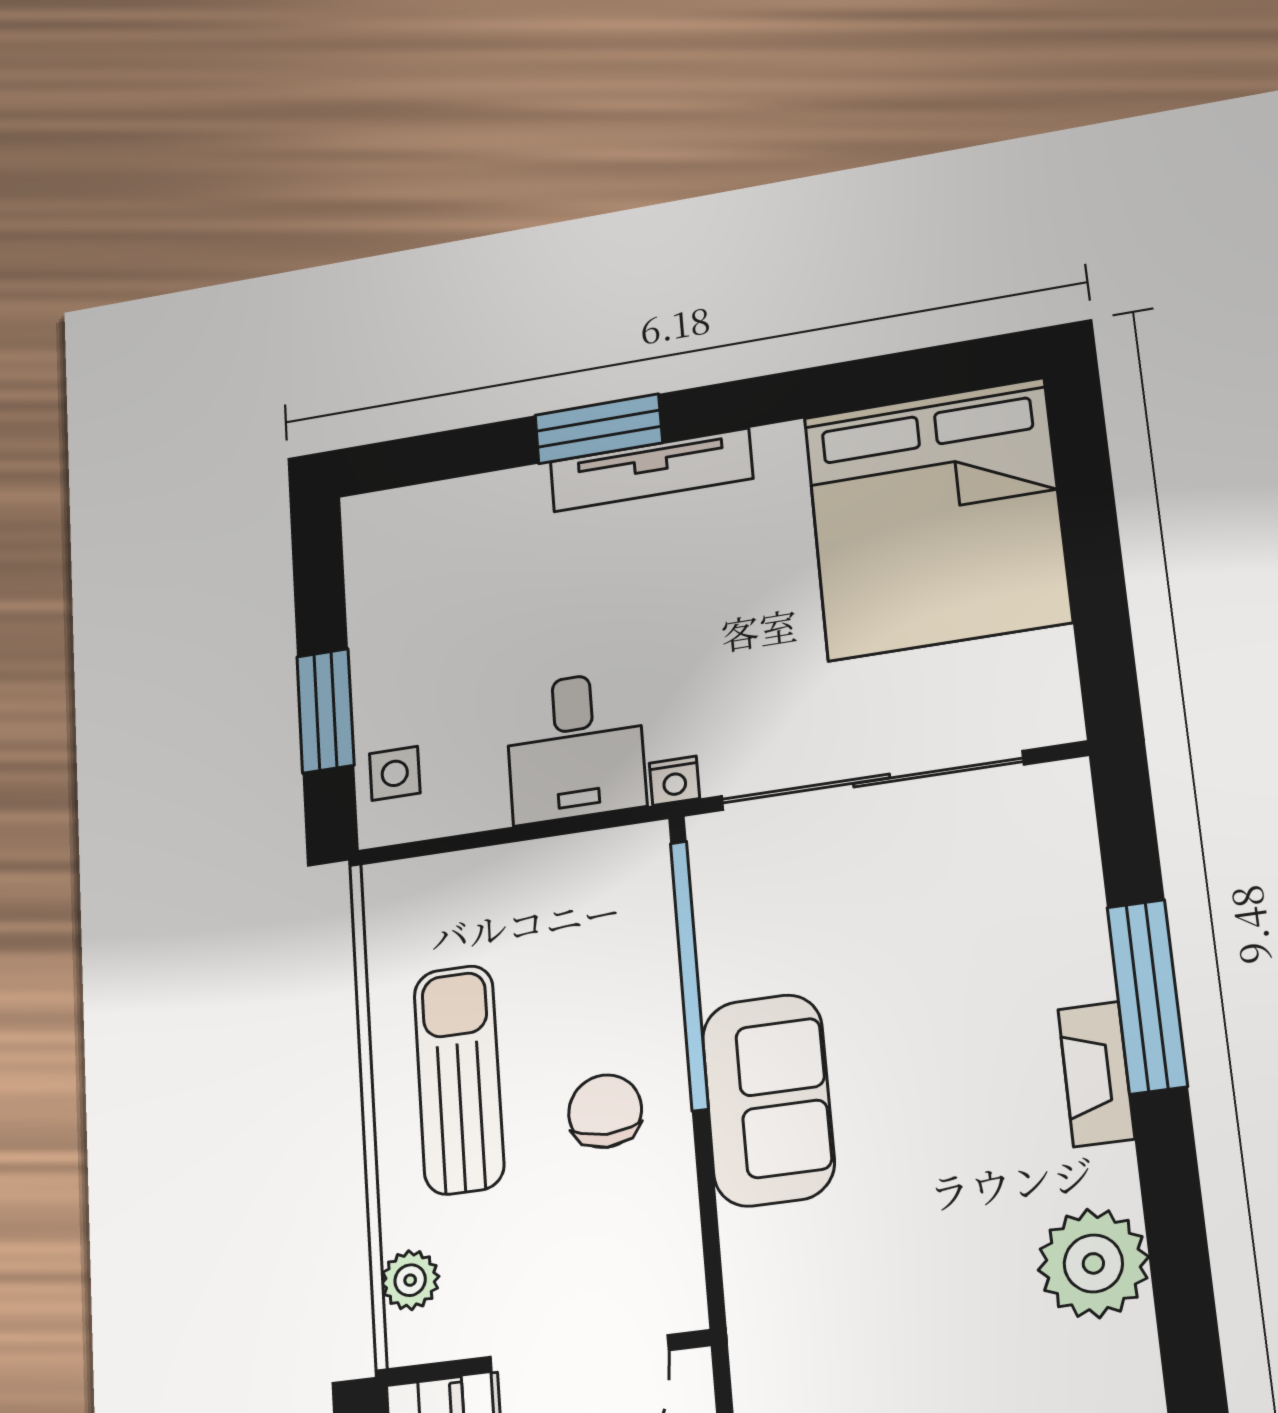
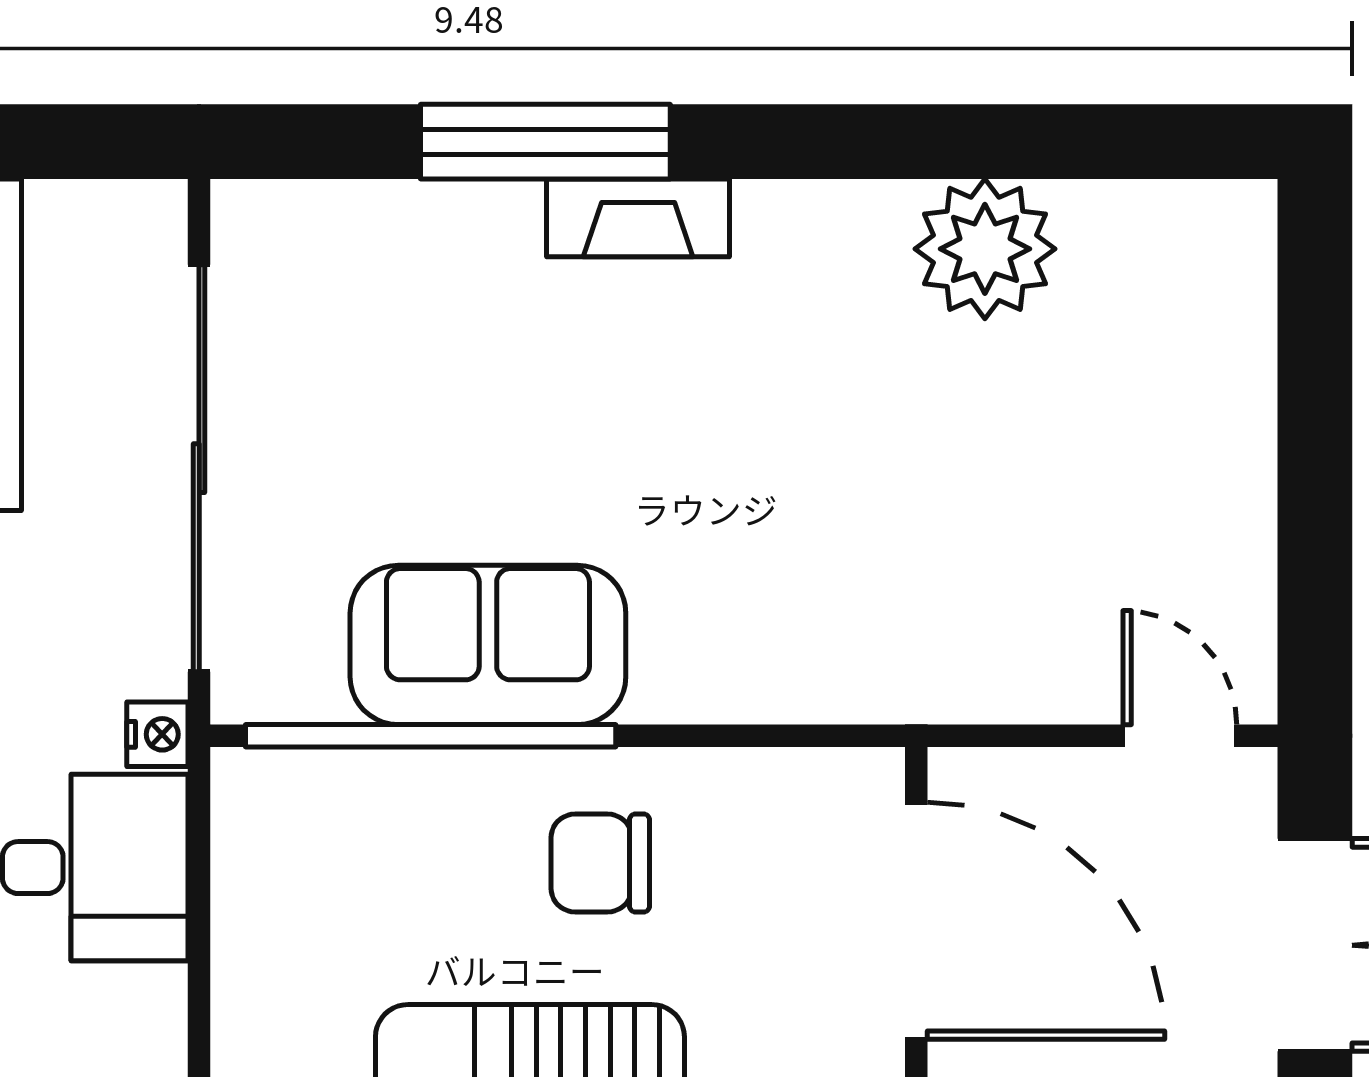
sofa: (768, 1100) -> (488, 645), moved
plant: (1093, 1263) -> (985, 249), moved

